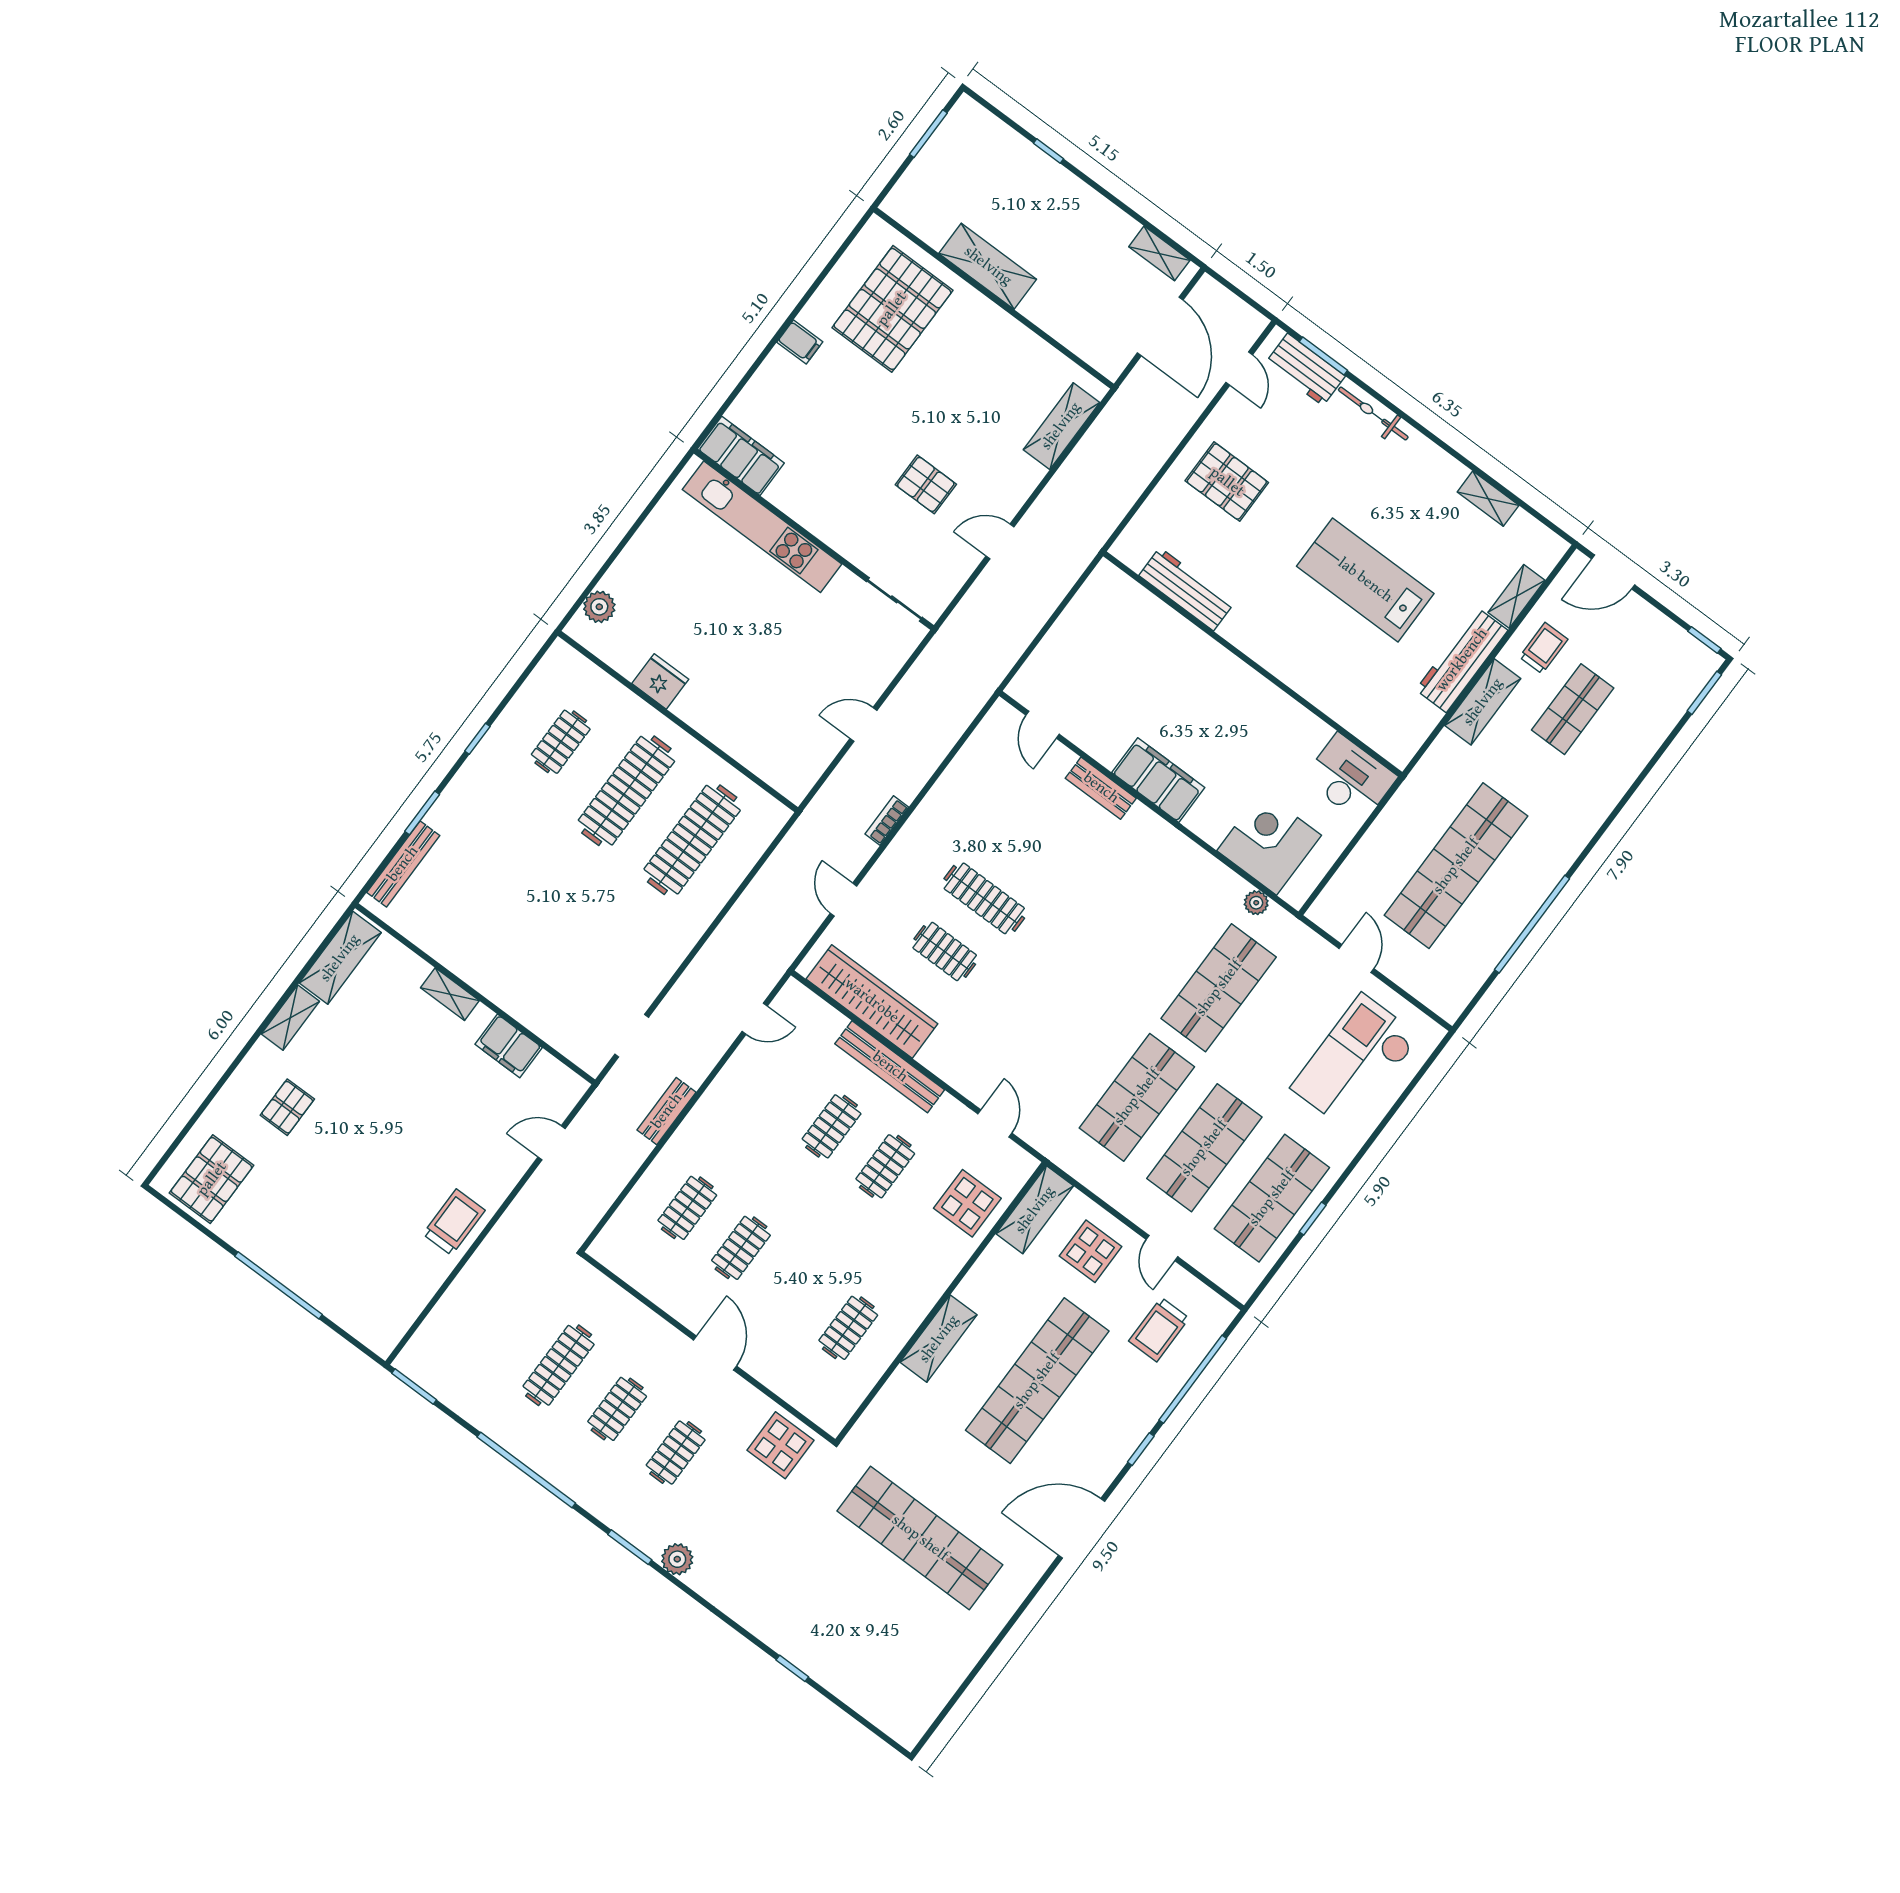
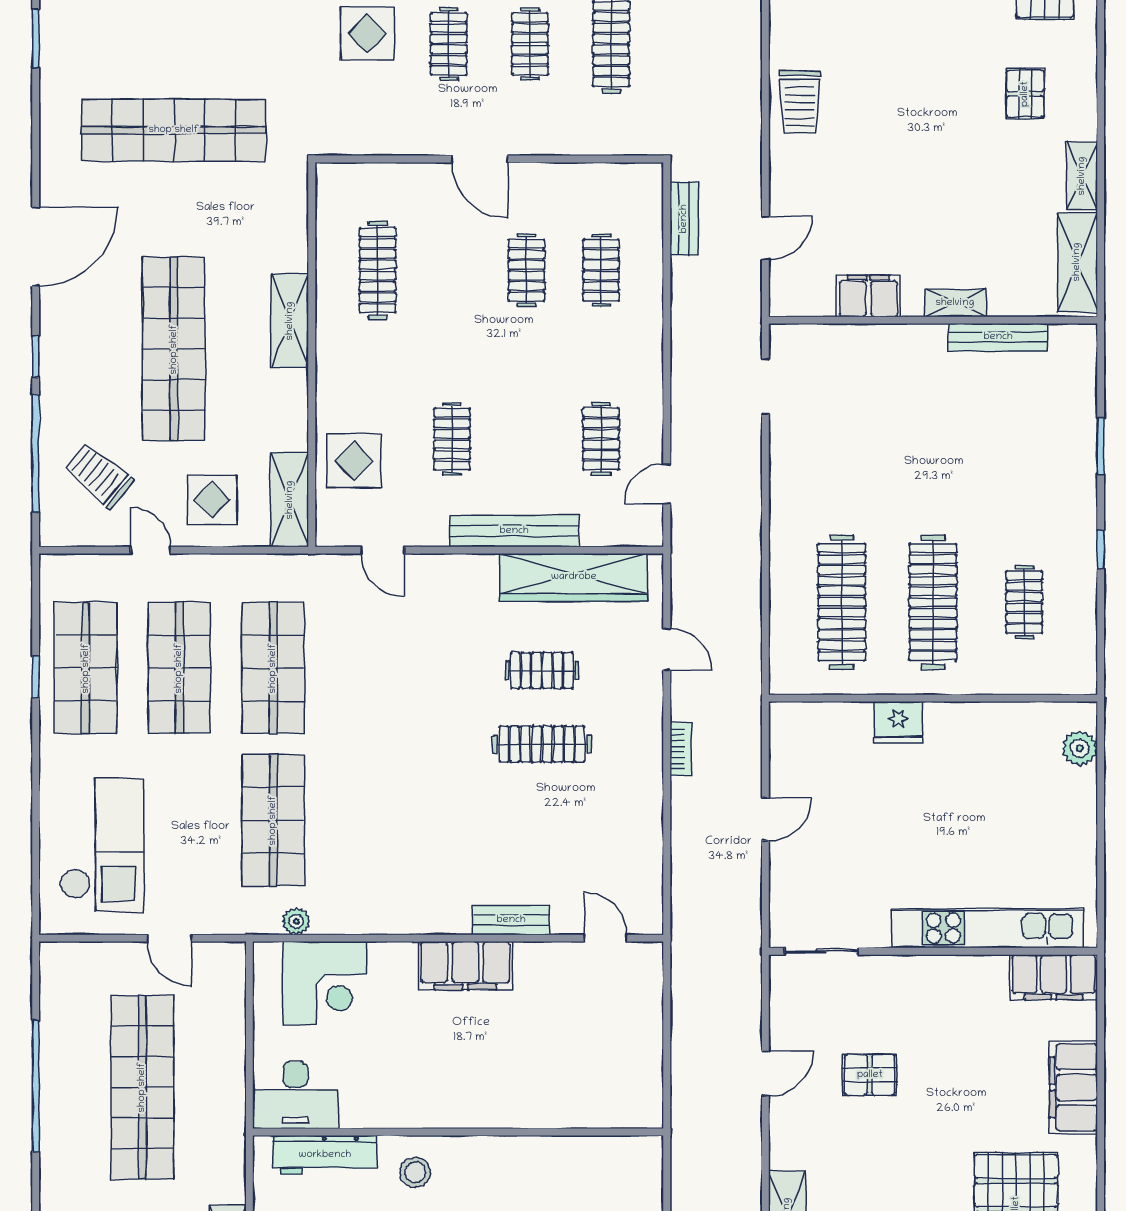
filing cabinet: (800, 342) -> (1073, 1087), width x3.00, depth x1.17
workbench: (1187, 589) -> (325, 1155), moved
stool: (1305, 658) -> (415, 1172), added
fridge: (660, 681) -> (898, 722), moved
bench: (403, 864) -> (998, 337), moved, turned 90
bench: (667, 1111) -> (684, 219), moved
clothes rail: (832, 1126) -> (601, 439), moved
clothes rail: (848, 1328) -> (378, 270), width x1.36
trolley: (1159, 1330) -> (99, 475), turned -50
display table: (780, 1445) -> (367, 33), moved
window: (970, 1678) -> (36, 38), added

